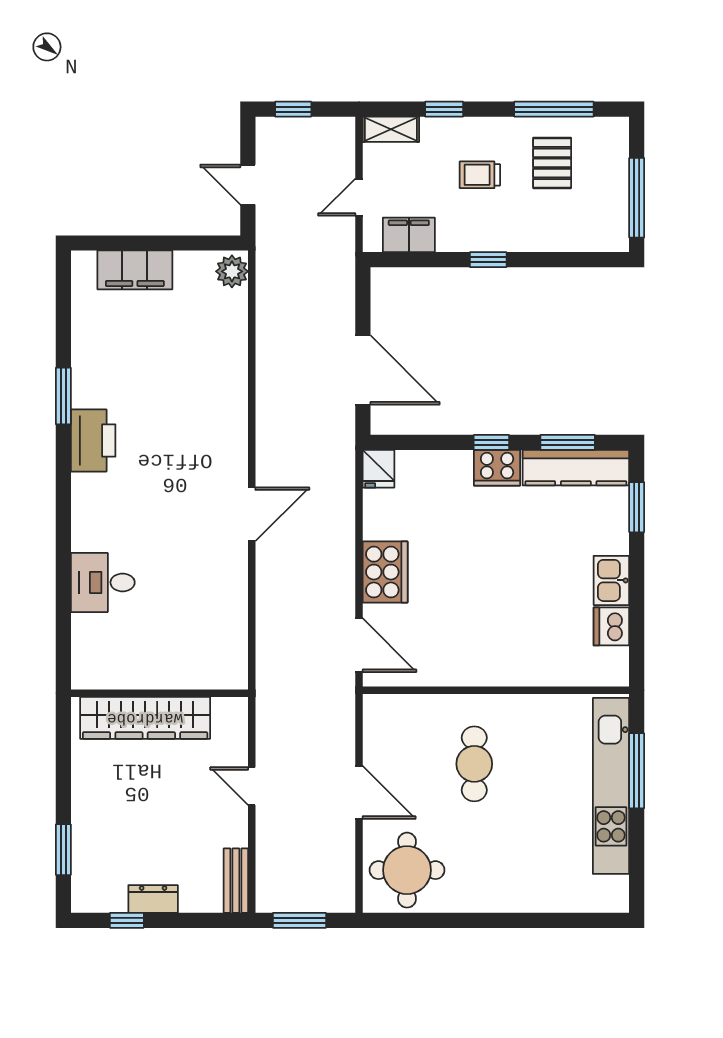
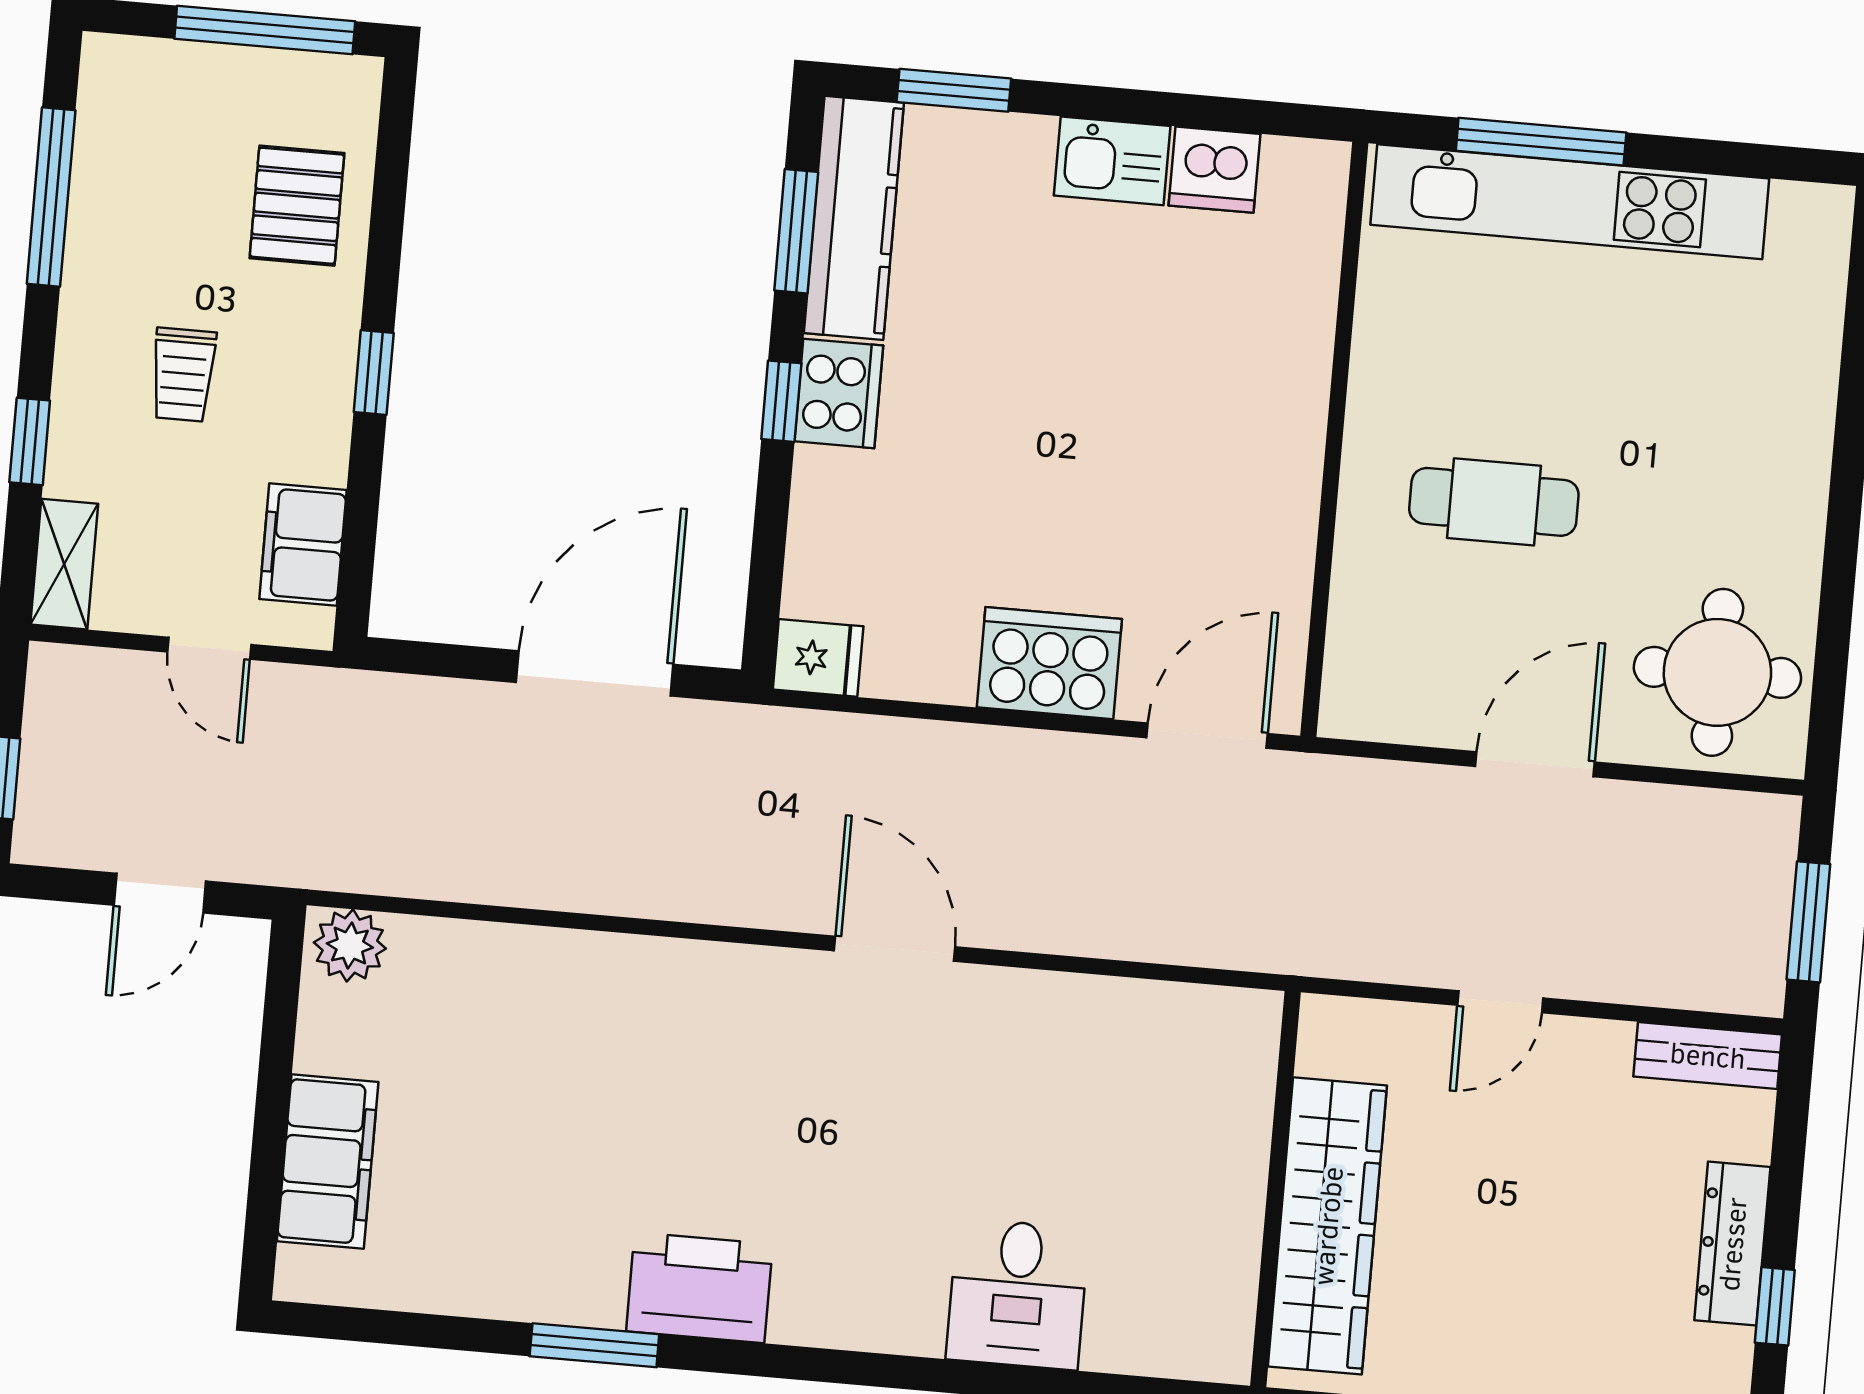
pallet: (552, 163) -> (297, 206), moved, turned 90
dresser: (153, 899) -> (1732, 1244), width x1.44

